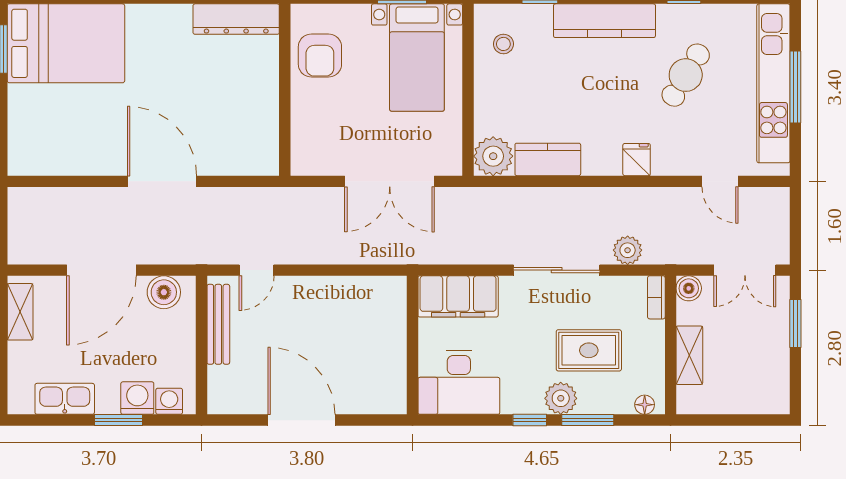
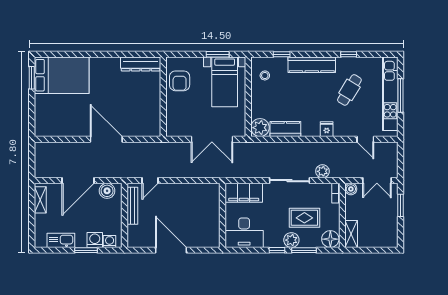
shelving: (689, 355) -> (351, 234), moved
floor lamp: (645, 405) -> (330, 239), width x1.89, depth x1.89

